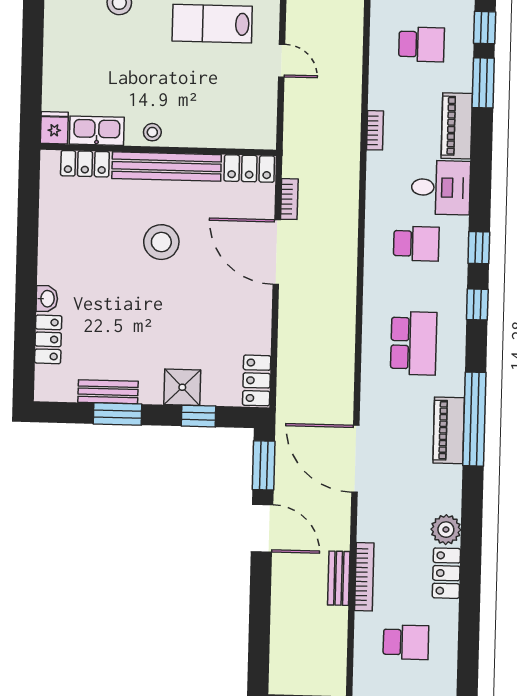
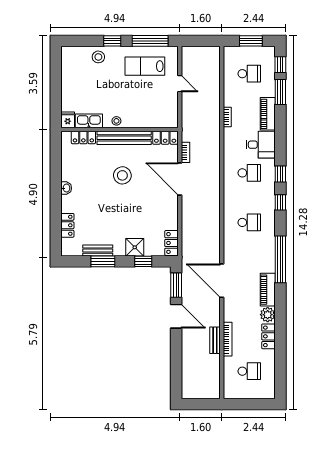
washbasin: (47, 299) -> (66, 188), moved
school desk: (414, 343) -> (249, 222), width x0.54
piano: (449, 430) -> (268, 290), moved

